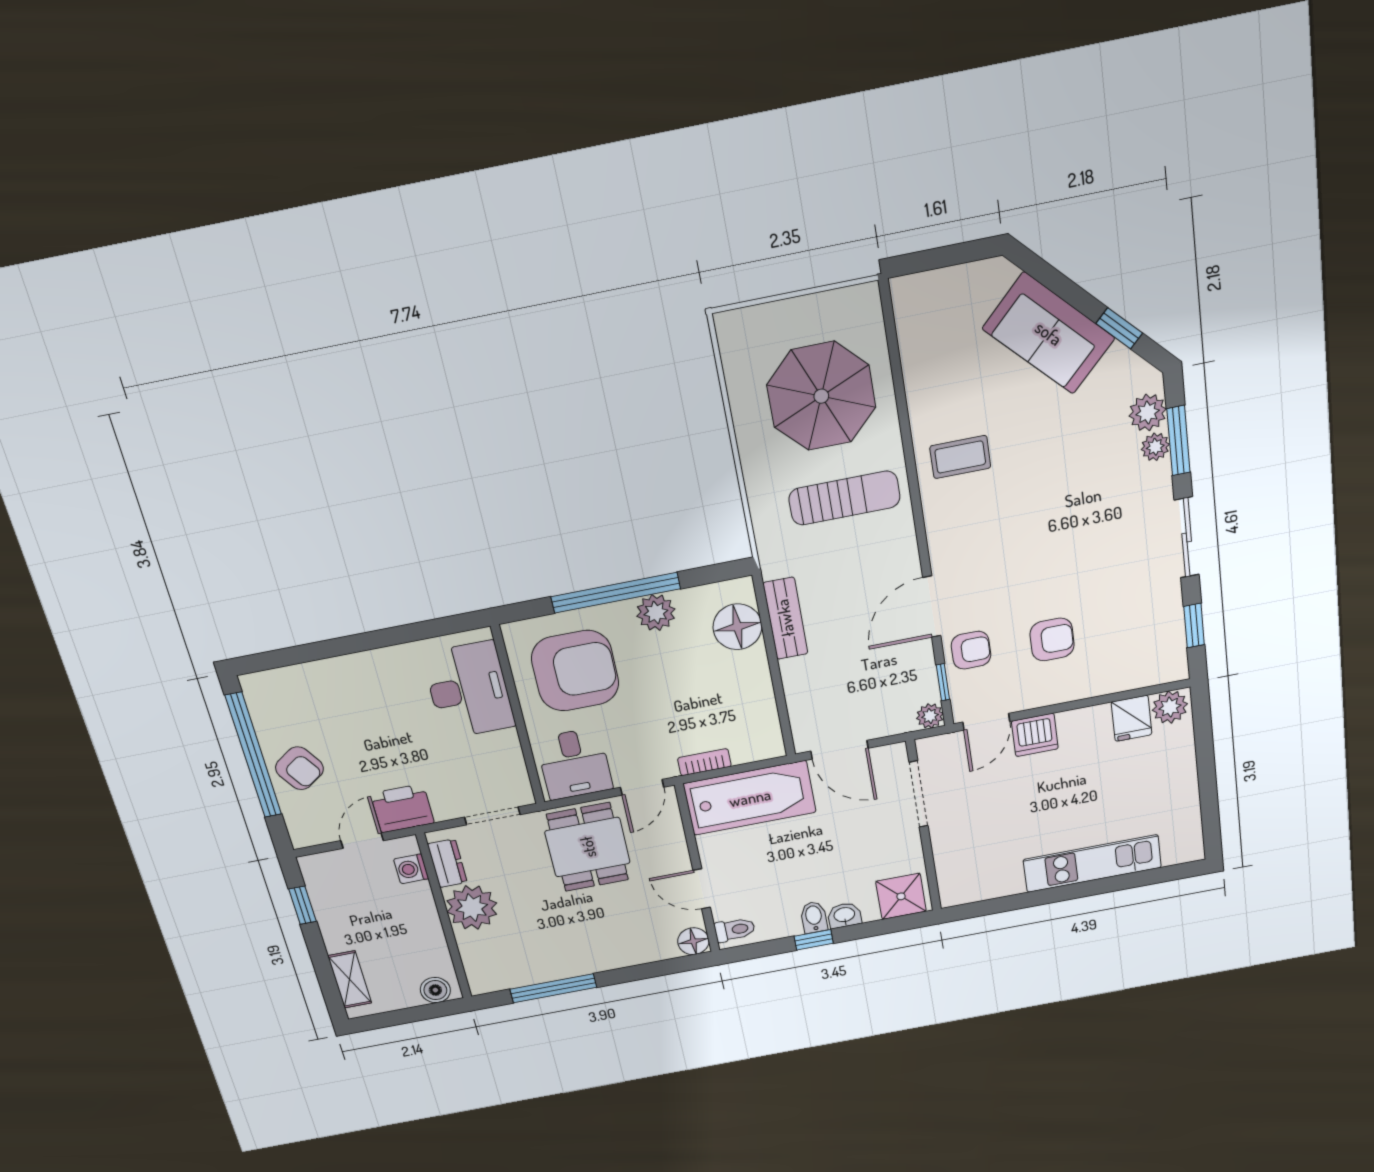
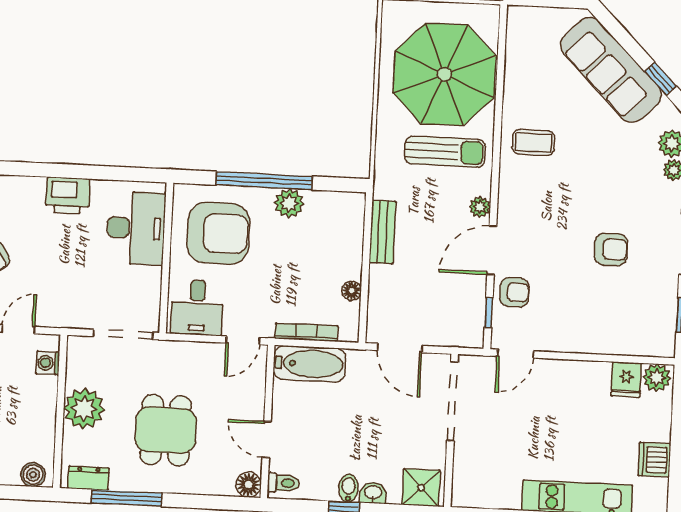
sofa: (1049, 333) -> (611, 70), width x1.36
parasol: (821, 396) -> (444, 74), width x1.36, depth x1.36
floor lamp: (737, 627) -> (352, 291), moved, width x0.53, depth x0.53
armchair: (1052, 639) -> (611, 249), moved
plant: (930, 716) -> (480, 207), moved
dishwasher: (1035, 735) -> (654, 460), moved, turned 90
bookcase: (704, 762) -> (306, 332), width x1.56
doorway: (919, 794) -> (452, 401), width x1.36
bathtub: (750, 798) -> (310, 364), width x0.73, depth x0.73
printer: (402, 808) -> (68, 195), moved, turned 180
doorway: (492, 816) -> (123, 334), width x1.38
dining table: (588, 847) -> (166, 430), moved
dresser: (447, 863) -> (88, 478), moved, turned -90

